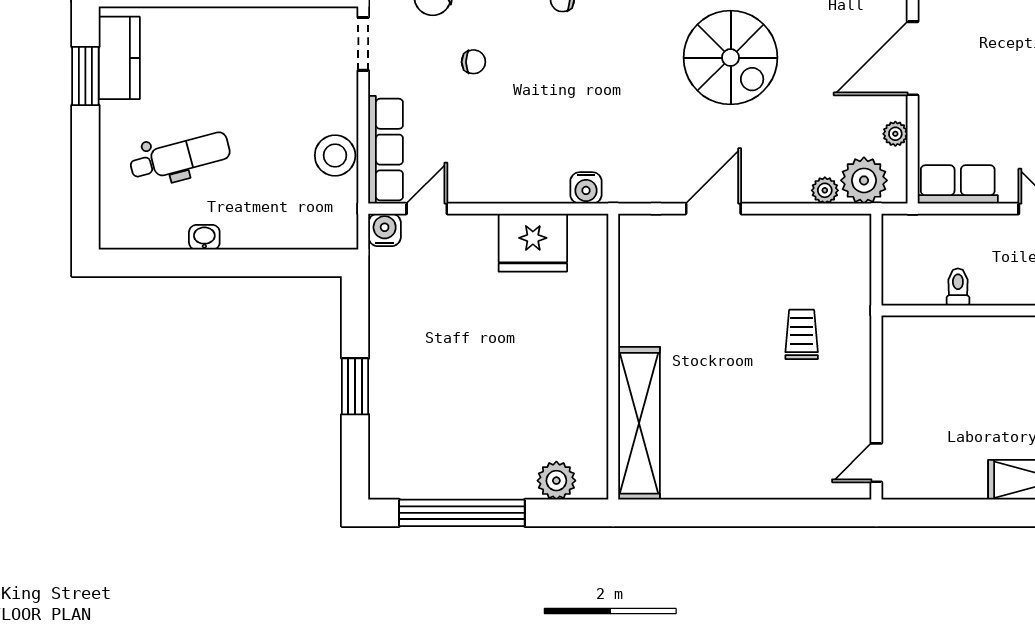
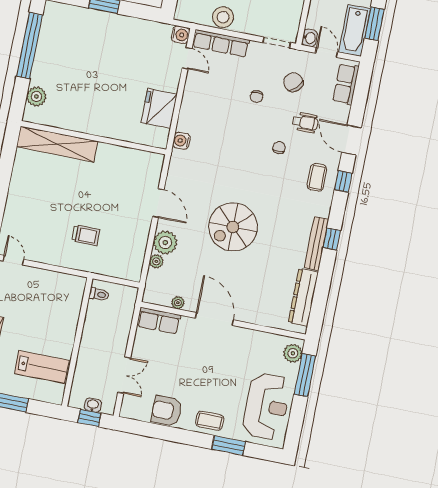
plant: (864, 180) -> (165, 243), moved
row of seats: (958, 184) -> (159, 321), moved, turned 90
toilet: (958, 287) -> (99, 294), moved

